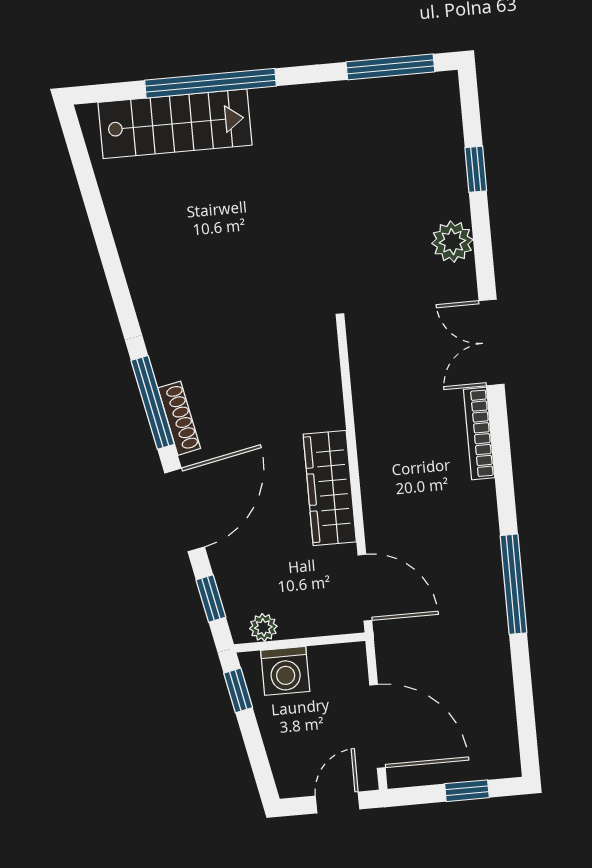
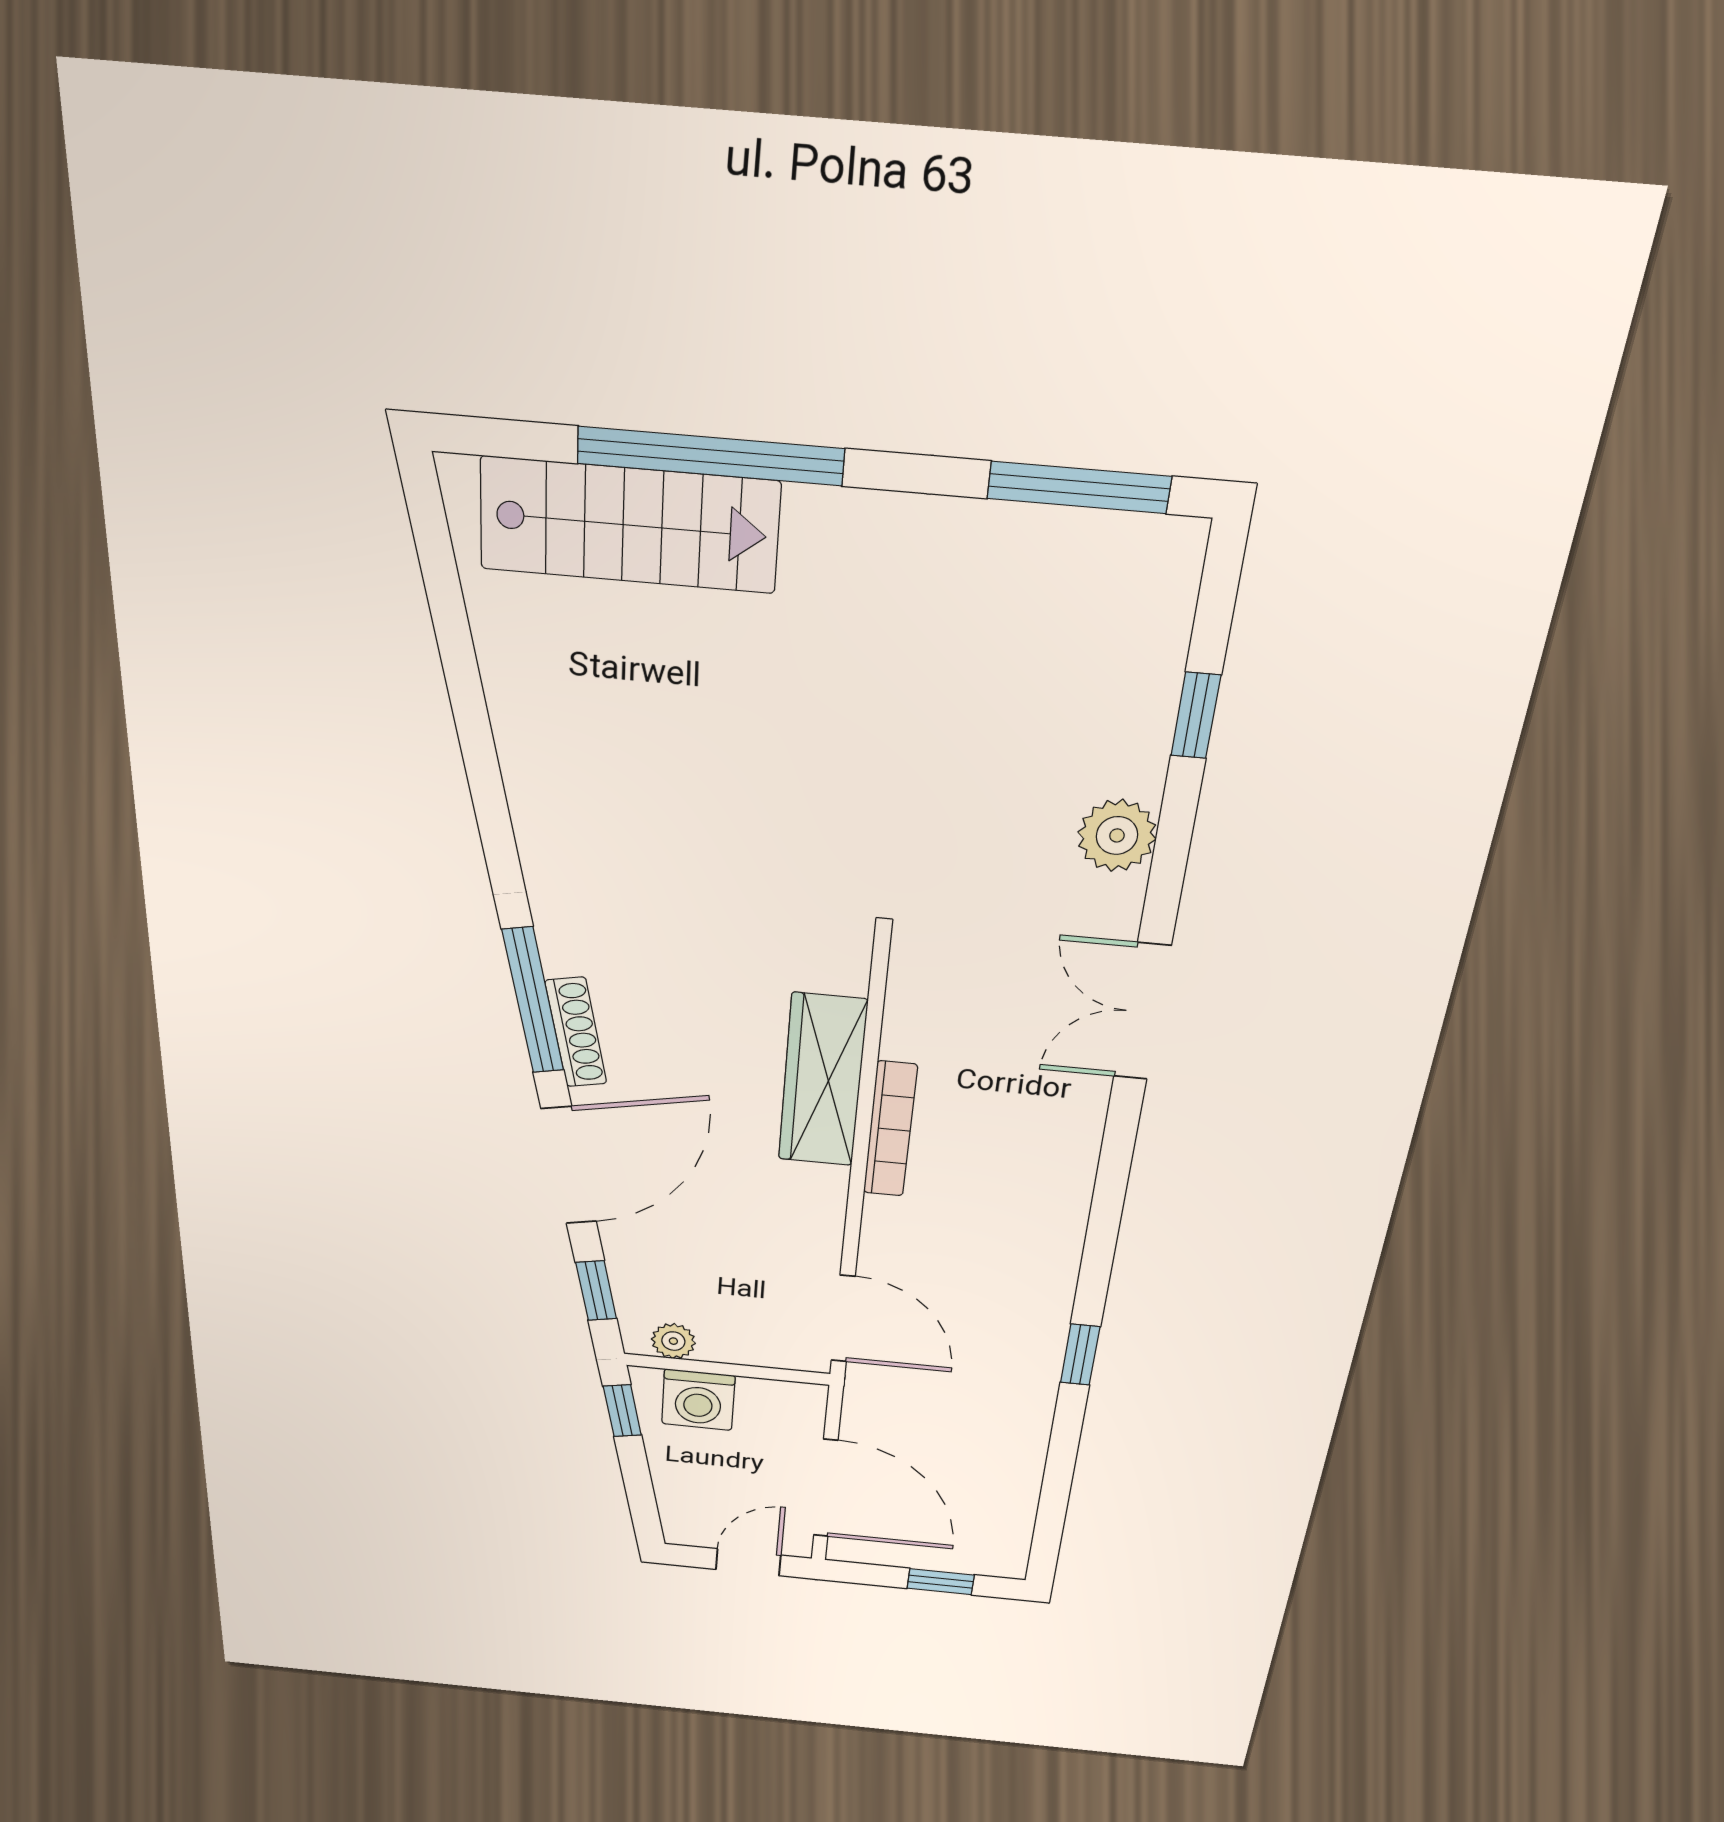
bookcase: (479, 433) -> (890, 1129), moved, turned 180
wardrobe: (330, 488) -> (822, 1081), moved
window: (514, 584) -> (1080, 1355), width x0.46

